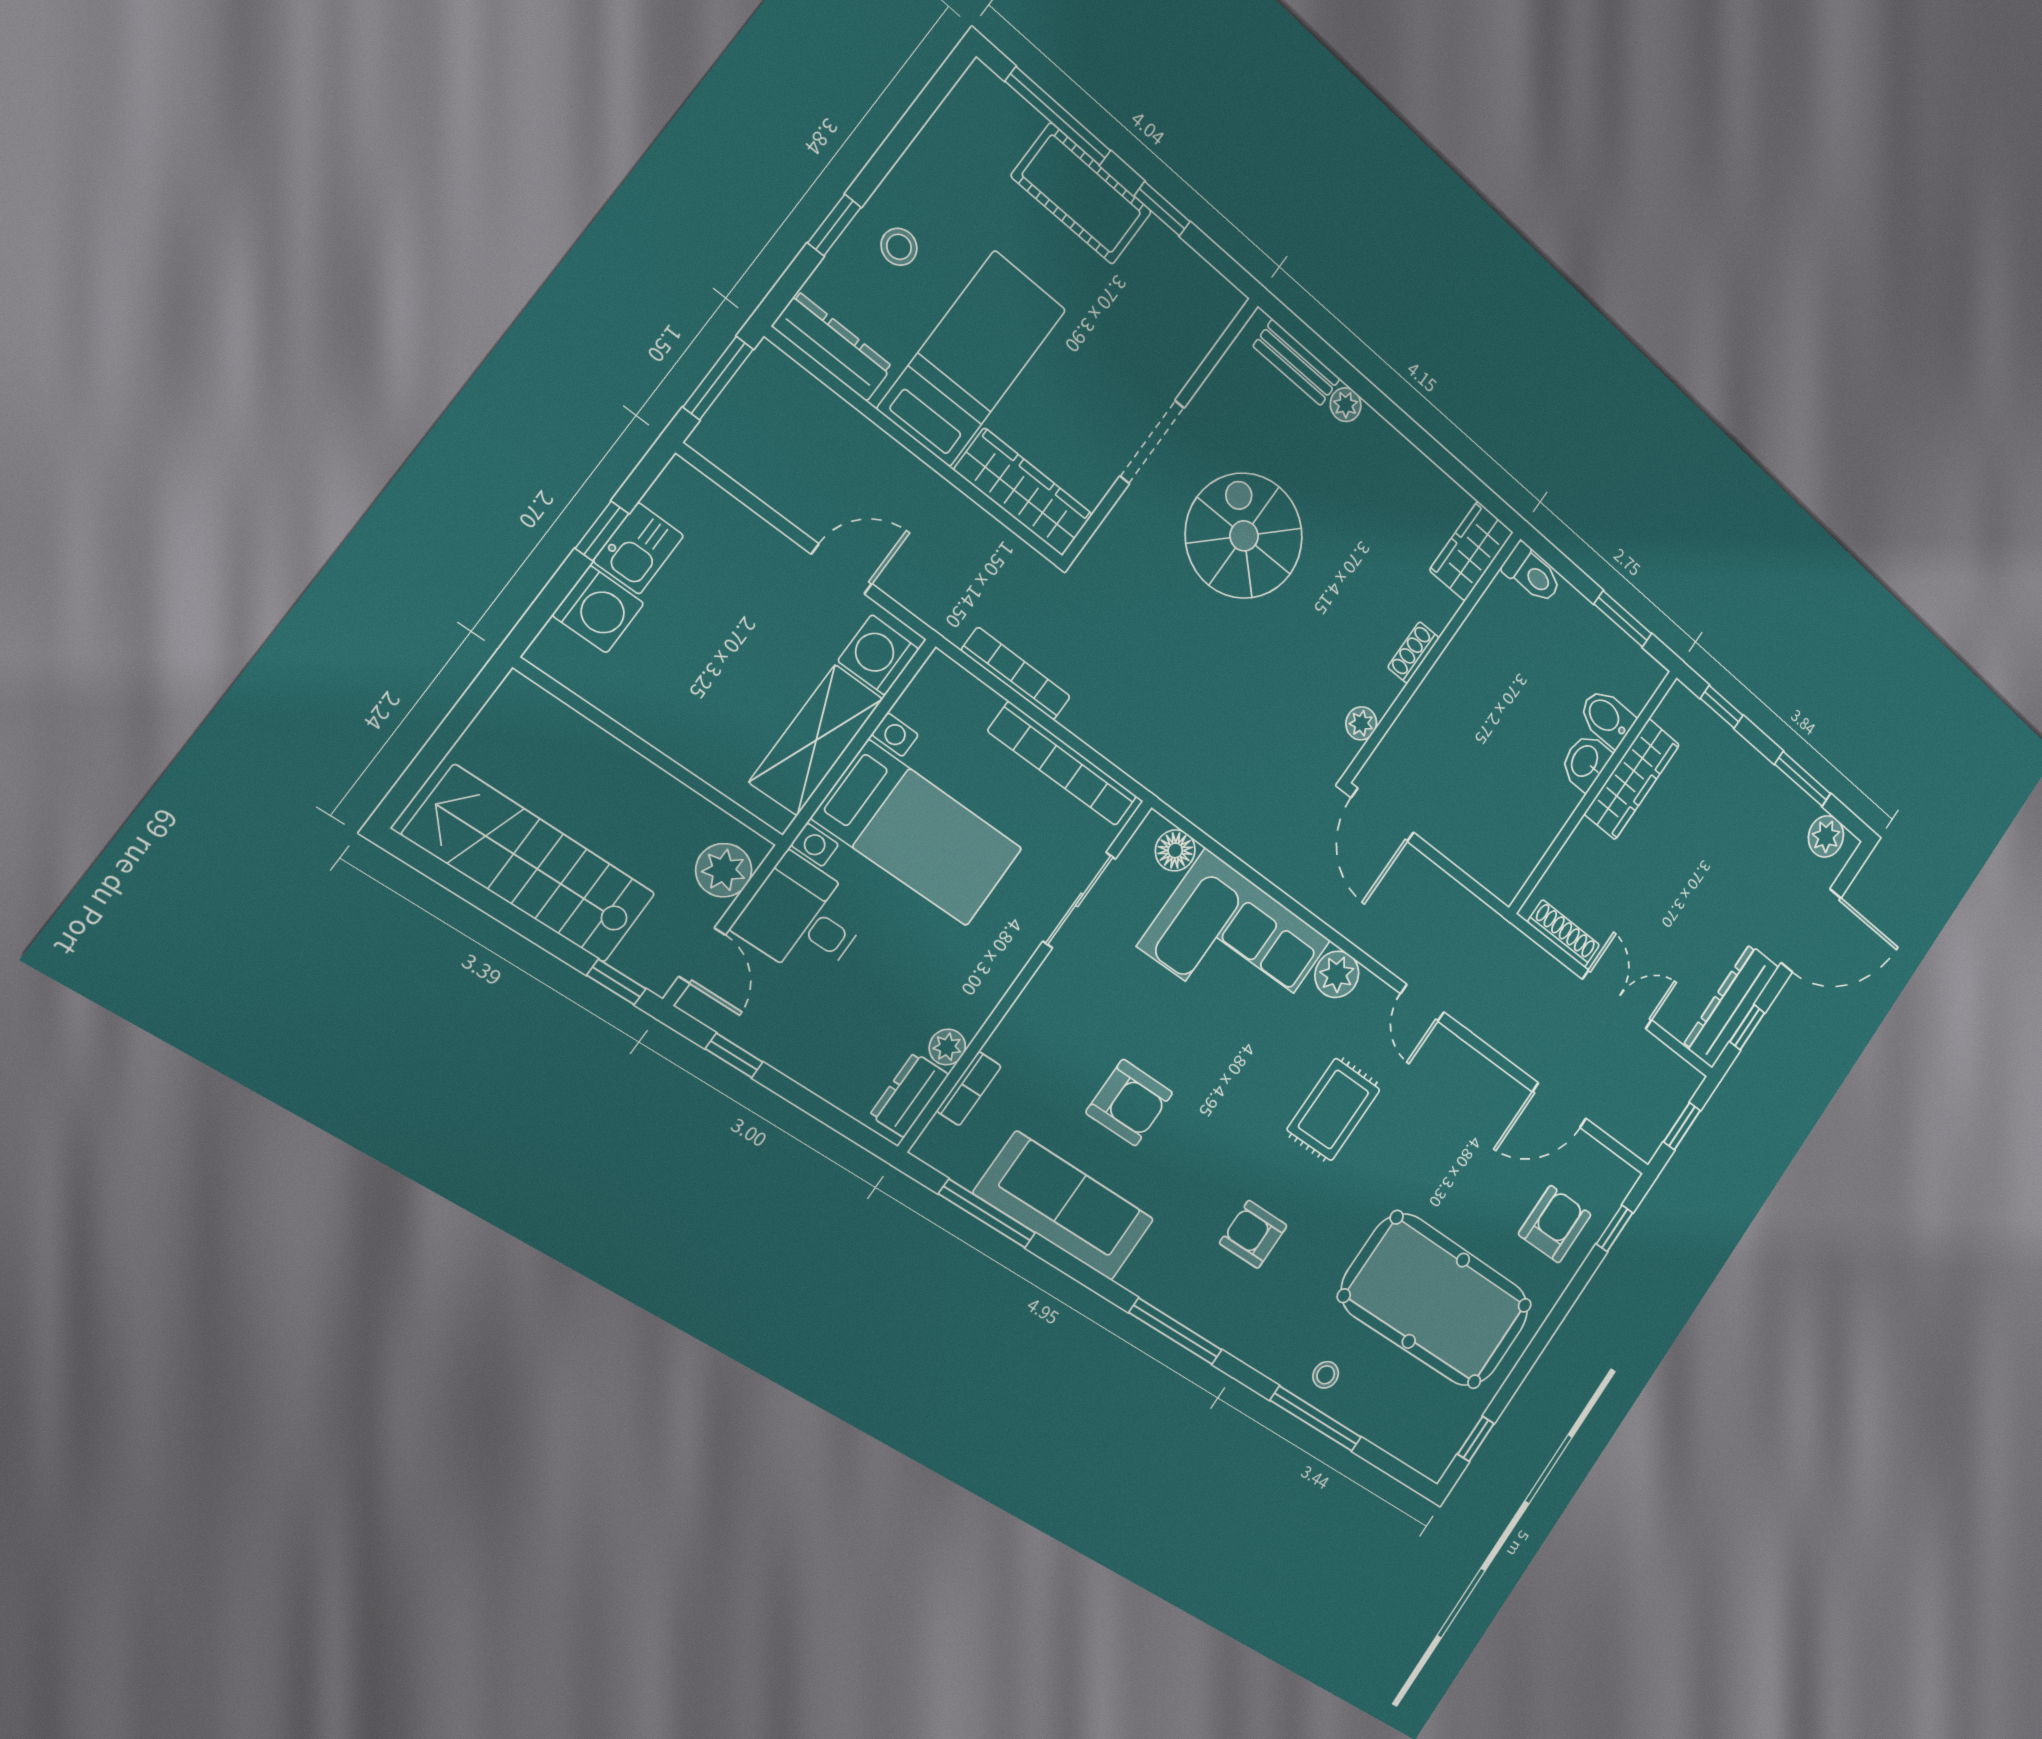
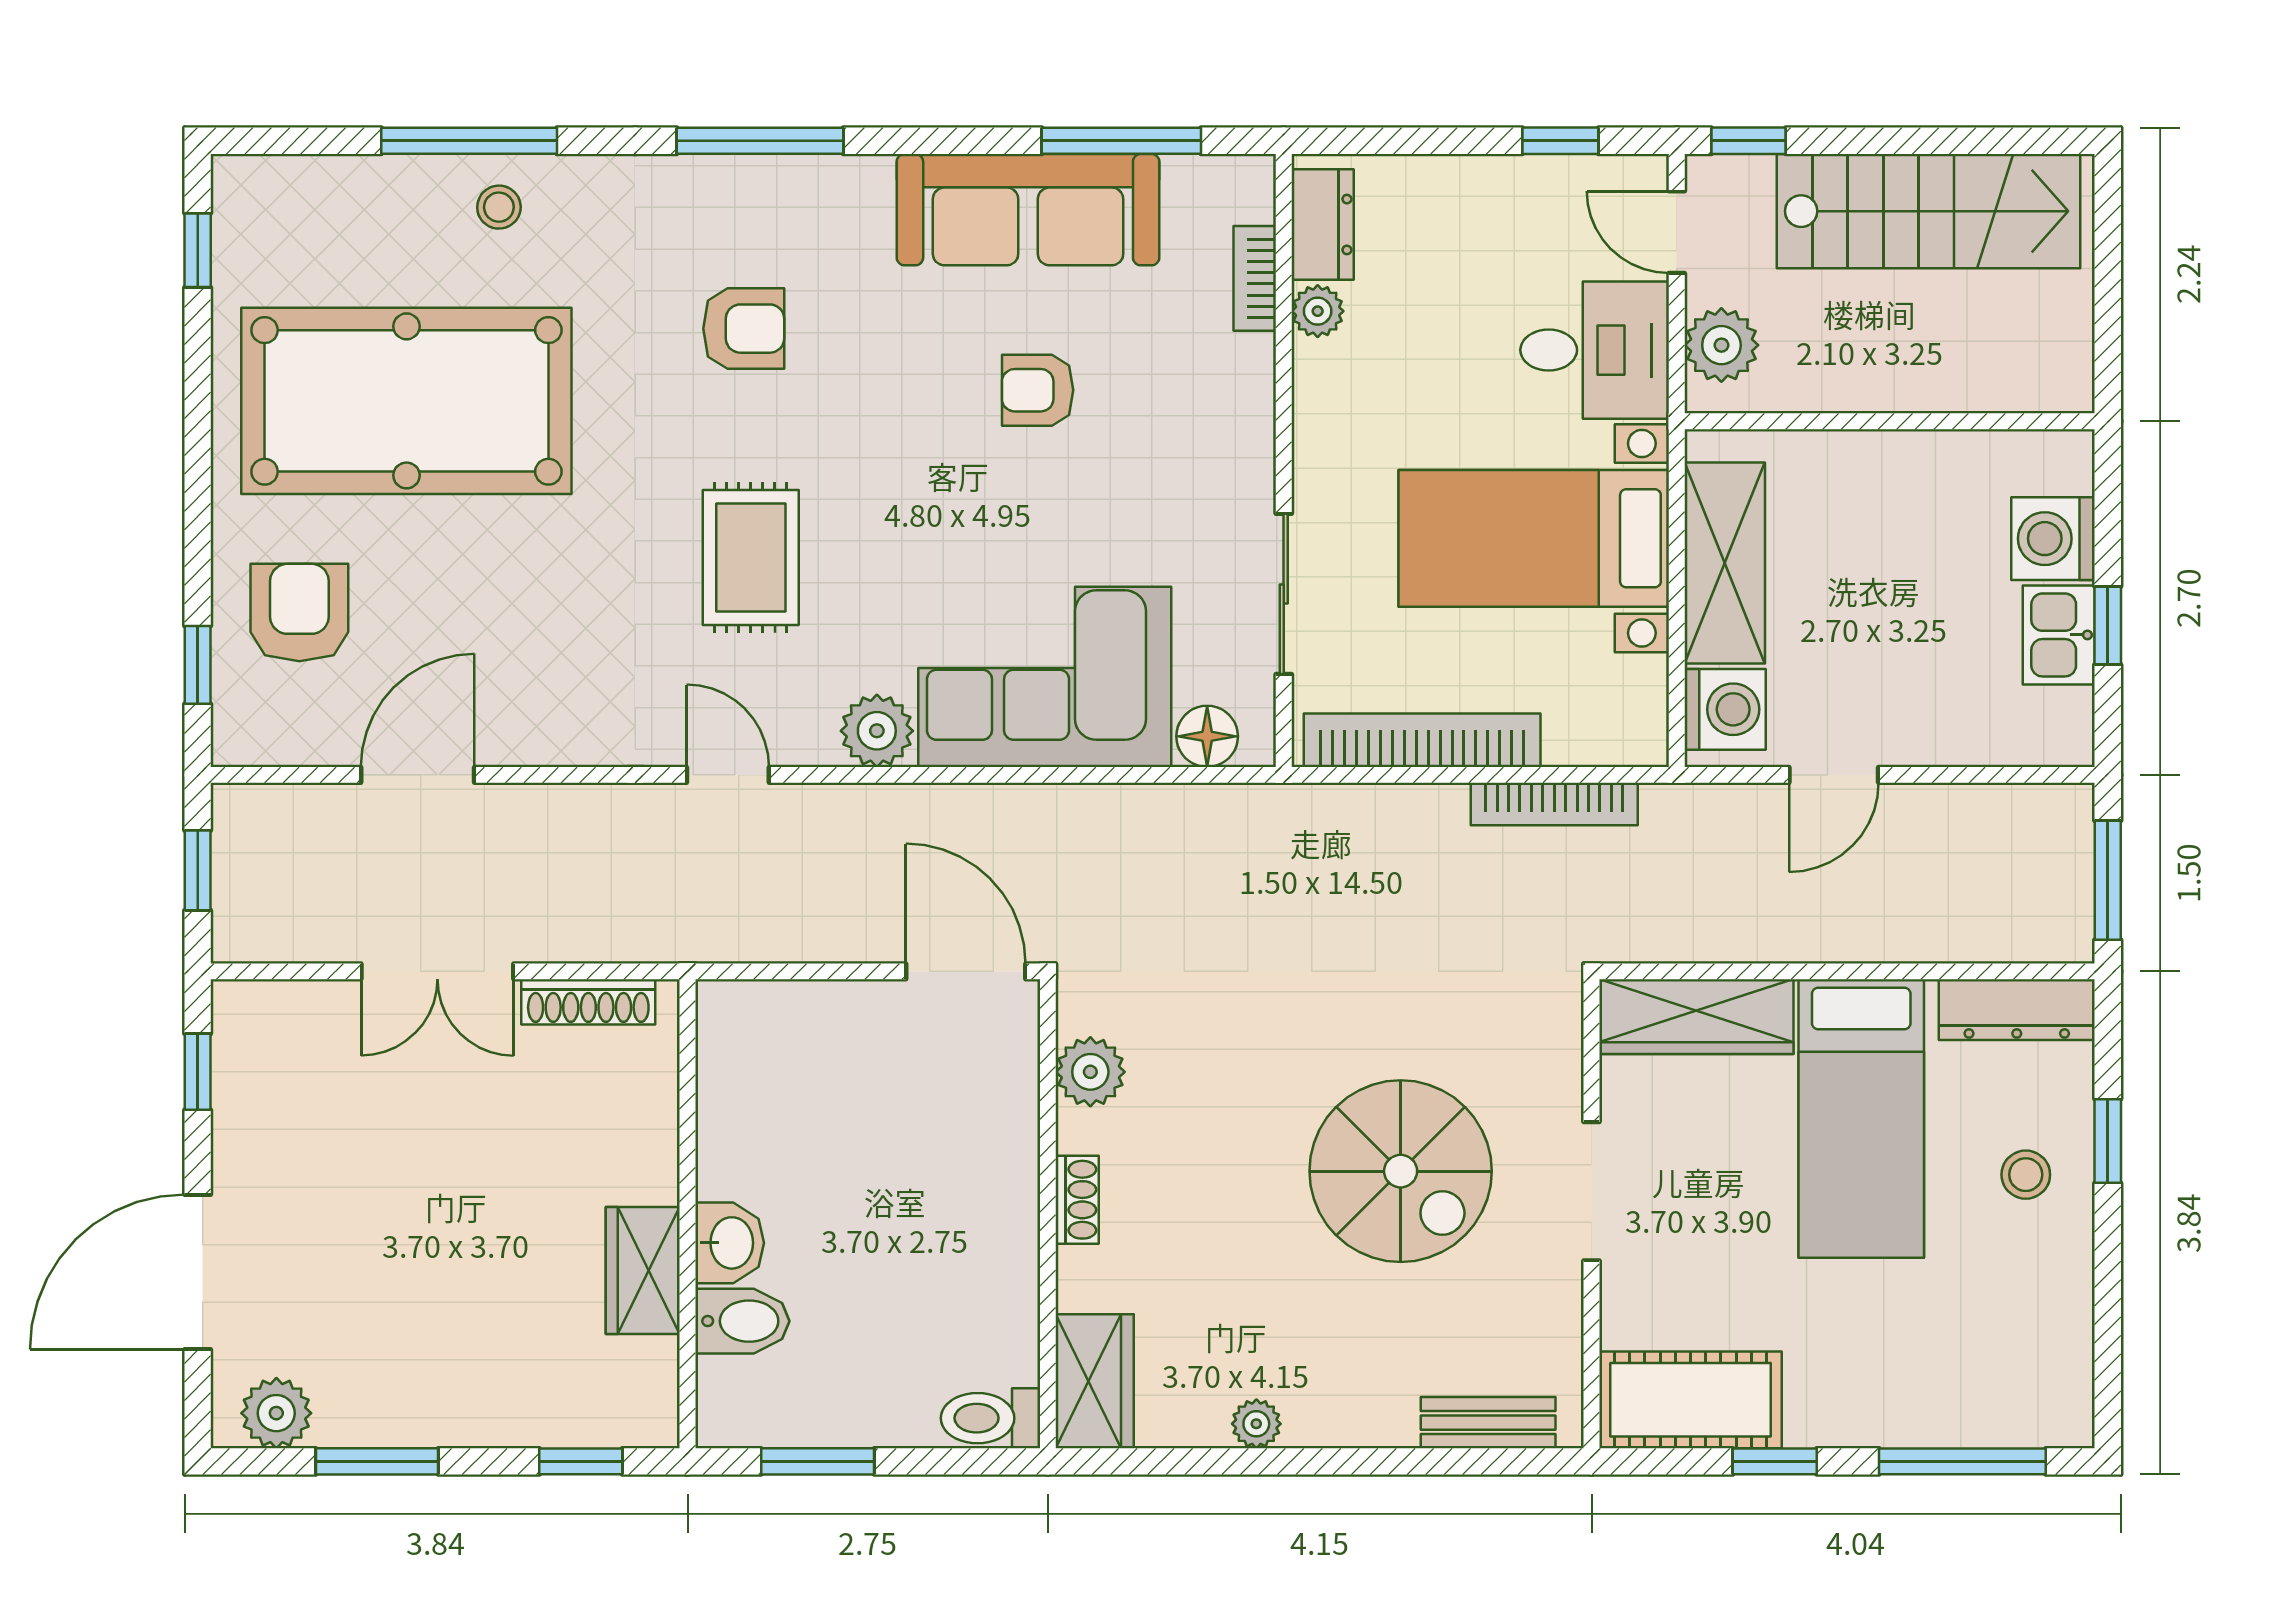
cot: (1082, 194) -> (1691, 1400), moved
plant: (1346, 405) -> (1256, 1424), moved
plant: (1361, 723) -> (1090, 1072), width x1.38, depth x1.38
wardrobe: (1632, 779) -> (643, 1271), width x0.67
dresser: (1731, 1006) -> (248, 1083), removed
armchair: (1129, 1103) -> (1038, 390), width x0.72, depth x0.72
armchair: (1555, 1224) -> (299, 613), turned 180

